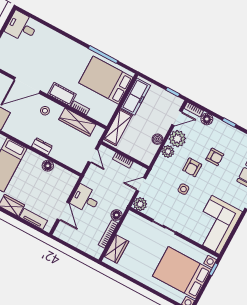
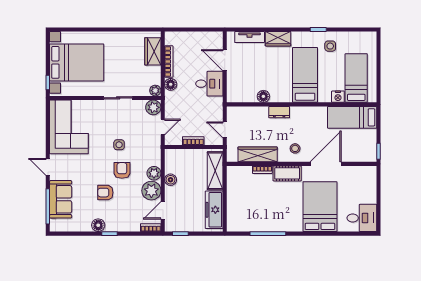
bed: (106, 80) -> (320, 207), moved, turned -90
floor lamp: (207, 119) -> (98, 225), moved
plant: (131, 217) -> (155, 91), added

